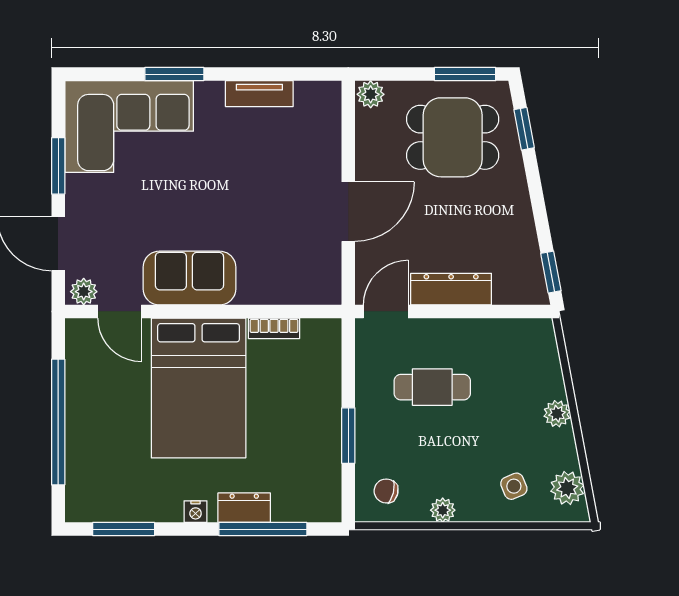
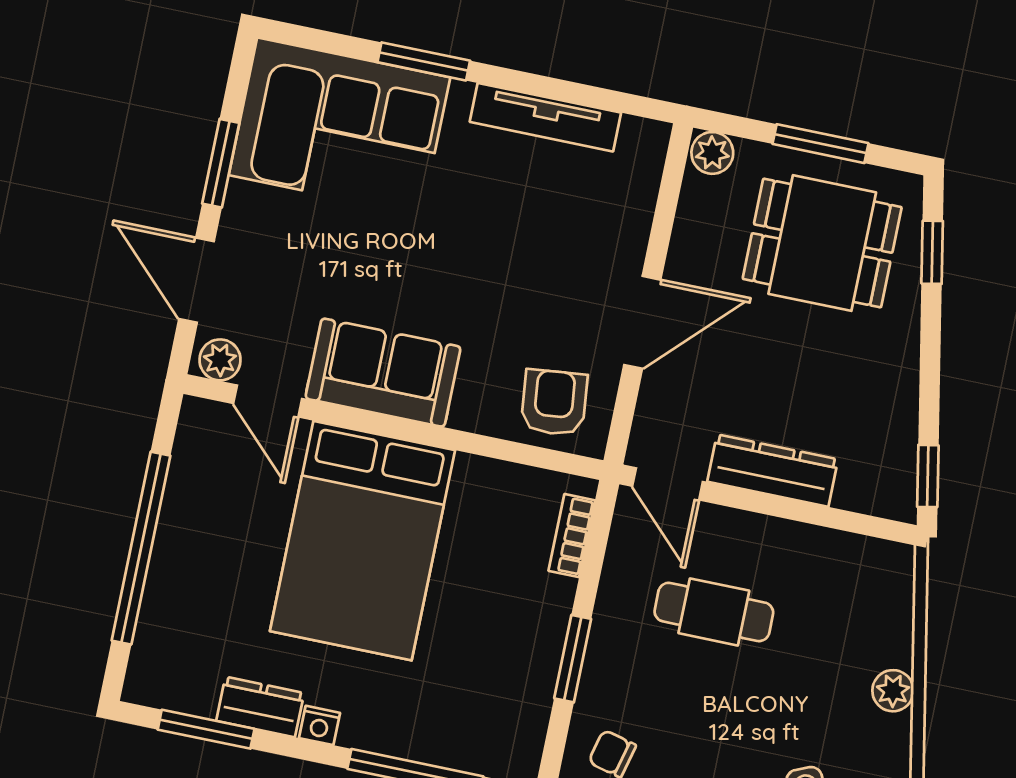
window: (465, 74) -> (820, 144), moved
tv unit: (259, 94) -> (545, 117), width x1.41
armchair: (303, 275) -> (554, 403), added
door: (386, 311) -> (668, 484), swing flipped
bookcase: (274, 328) -> (572, 536), moved, turned 90
dresser: (244, 508) -> (260, 707), moved

